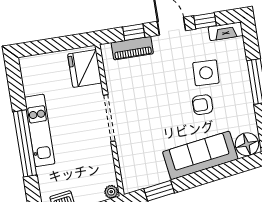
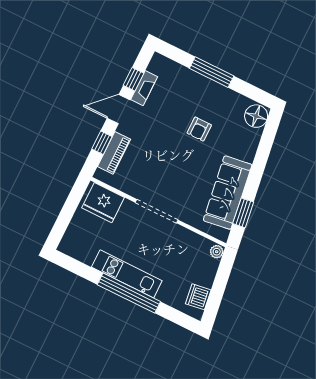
fireplace: (226, 31) -> (144, 88), moved
side table: (206, 73) -> (176, 108), removed
sofa: (200, 155) -> (228, 193), moved

